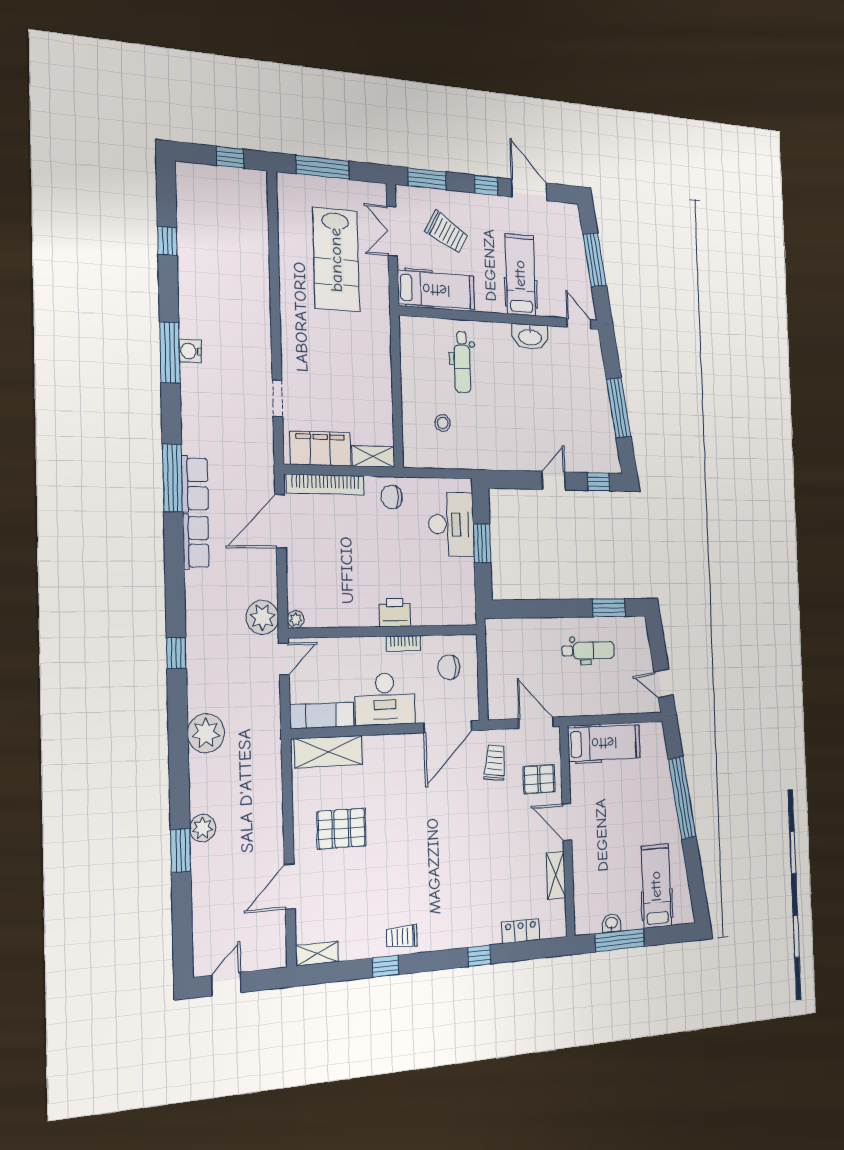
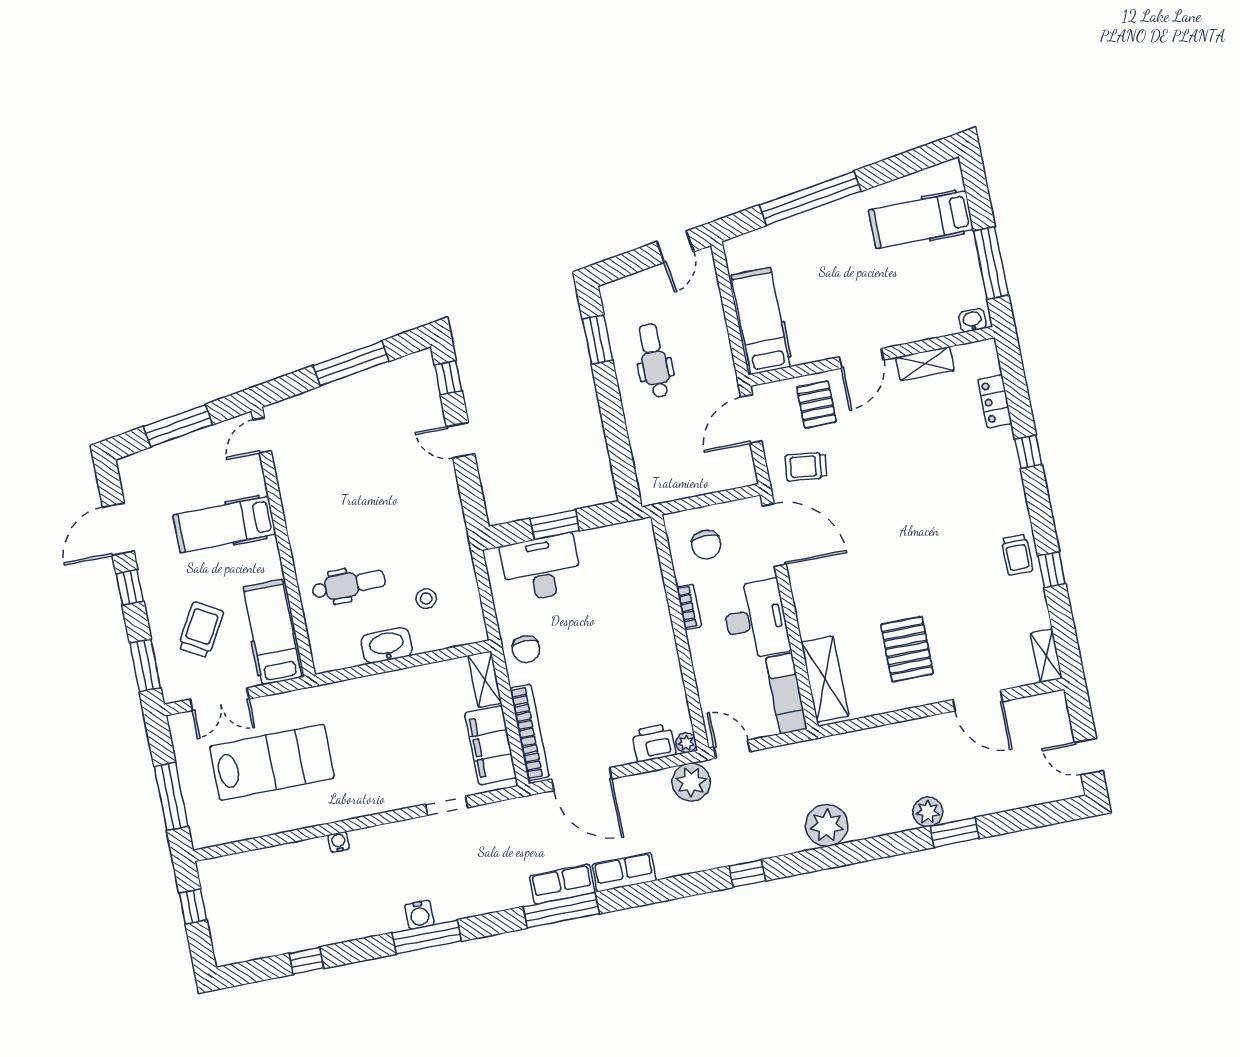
water cooler: (263, 298) -> (339, 842), added
washbasin: (530, 337) -> (387, 645), moved, turned -90
printer: (395, 612) -> (654, 743), moved, turned 90
washbasin: (612, 923) -> (972, 320), moved, turned 90

